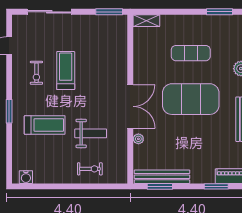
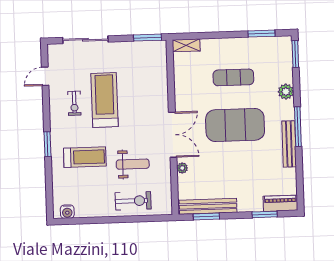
treadmill: (66, 71) -> (105, 100), width x1.37, depth x1.38
exercise bike: (90, 169) -> (133, 201), width x1.38, depth x1.39

